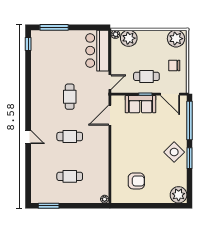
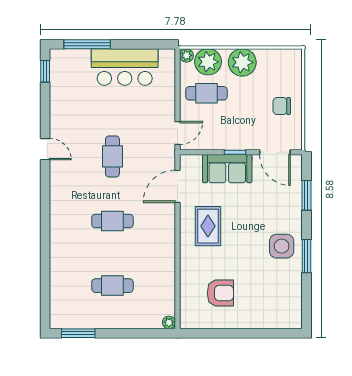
plant: (176, 39) -> (242, 62), moved
bar counter: (97, 51) -> (125, 67), moved, turned -90
cafe table: (146, 76) -> (206, 93), moved
window: (189, 121) -> (306, 195), width x0.47
door: (28, 137) -> (45, 149), moved
rug: (129, 140) -> (208, 226), added
side table: (174, 152) -> (282, 246), turned 45
plant: (179, 195) -> (289, 316), removed

